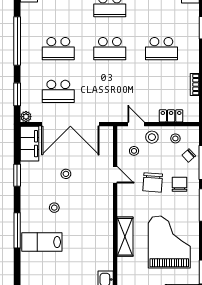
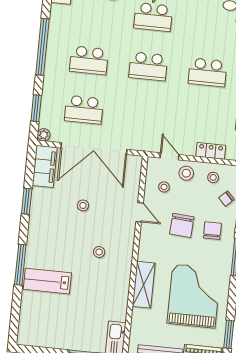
stool: (54, 208) -> (99, 252), moved

